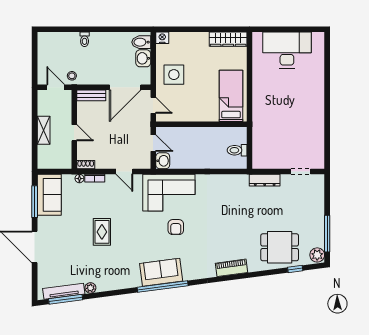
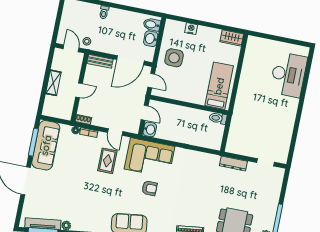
nightstand: (162, 38) -> (191, 29), moved
wardrobe: (228, 39) -> (232, 38), width x0.67
desk: (287, 50) -> (288, 75), moved, turned 90
door: (74, 133) -> (79, 90), hinge flipped
toilet: (237, 150) -> (218, 118), moved
sofa: (49, 195) -> (46, 145), width x1.36
armchair: (176, 227) -> (149, 188), turned -90
rug: (102, 232) -> (107, 161), moved

